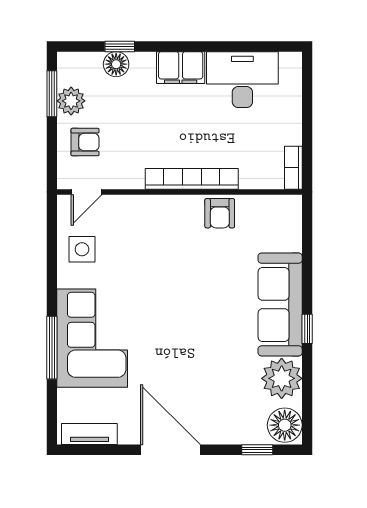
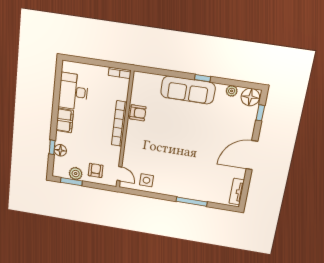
corner sofa: (92, 338) -> (190, 183), removed
plant: (282, 378) -> (232, 91), width x0.53, depth x0.53

